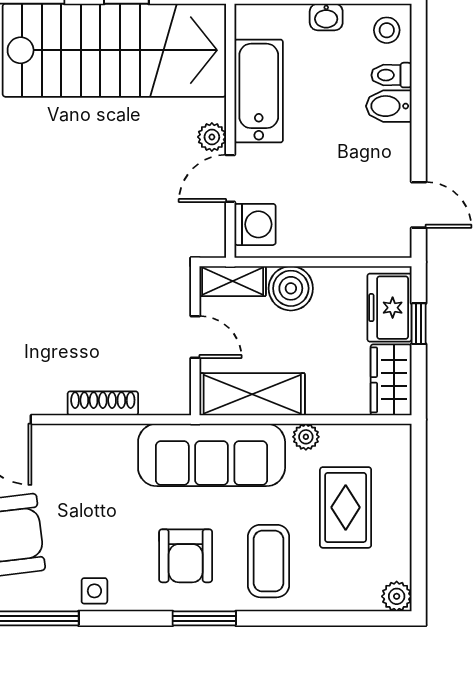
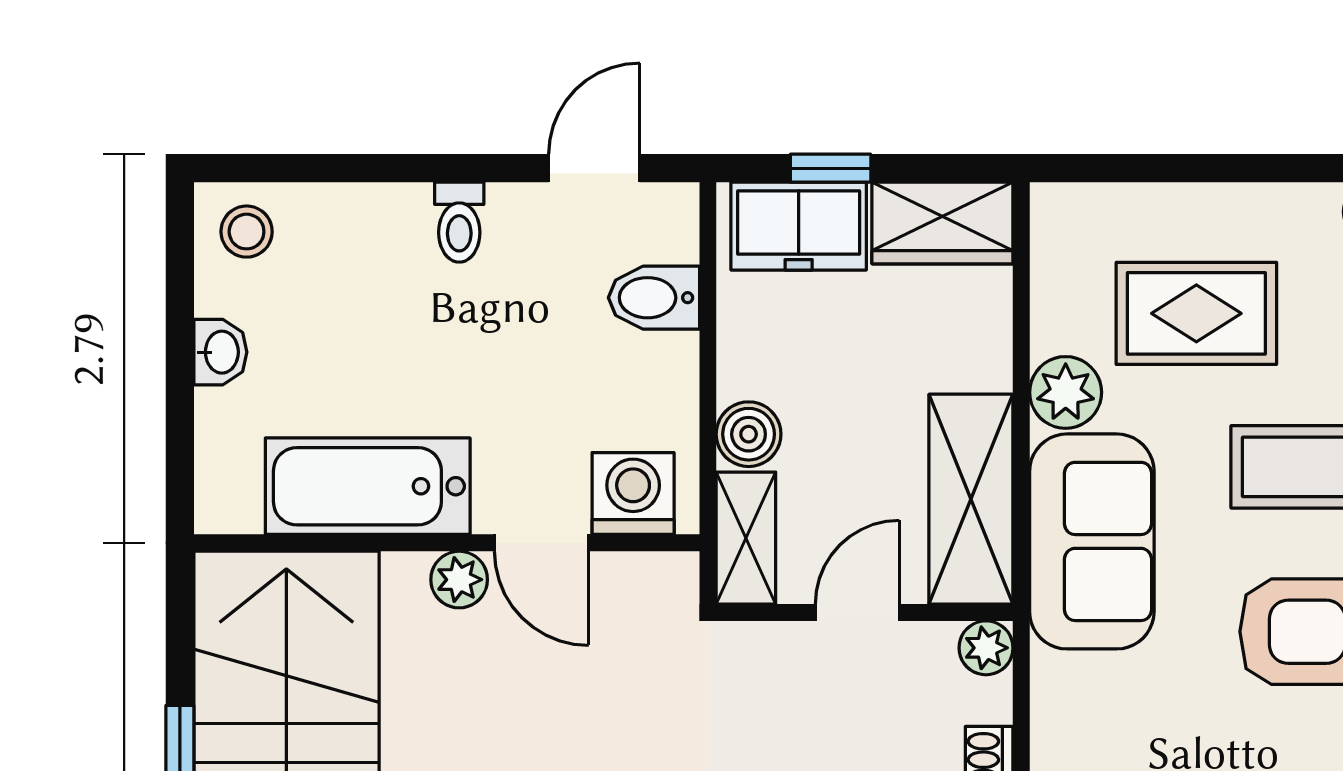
toilet: (391, 75) -> (459, 222), moved
bidet: (389, 106) -> (654, 298), moved, turned 90
boiler: (291, 288) -> (749, 434), width x0.73, depth x0.73
plant: (178, 402) -> (986, 648), added
plant: (306, 437) -> (1066, 392), width x1.38, depth x1.38
sofa: (212, 455) -> (1092, 541), width x0.73

